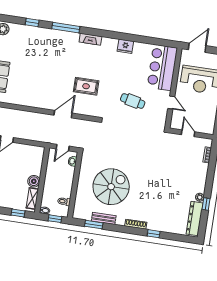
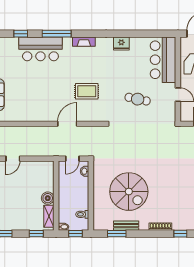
bar counter: (49, 40) -> (40, 49), added
spiral stairs: (111, 187) -> (129, 192), turned 90

